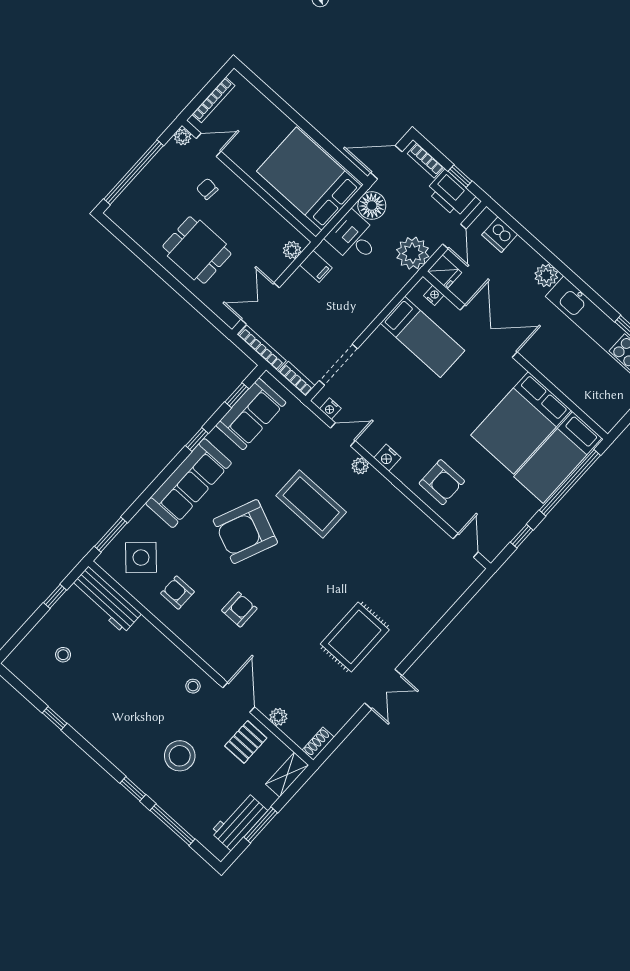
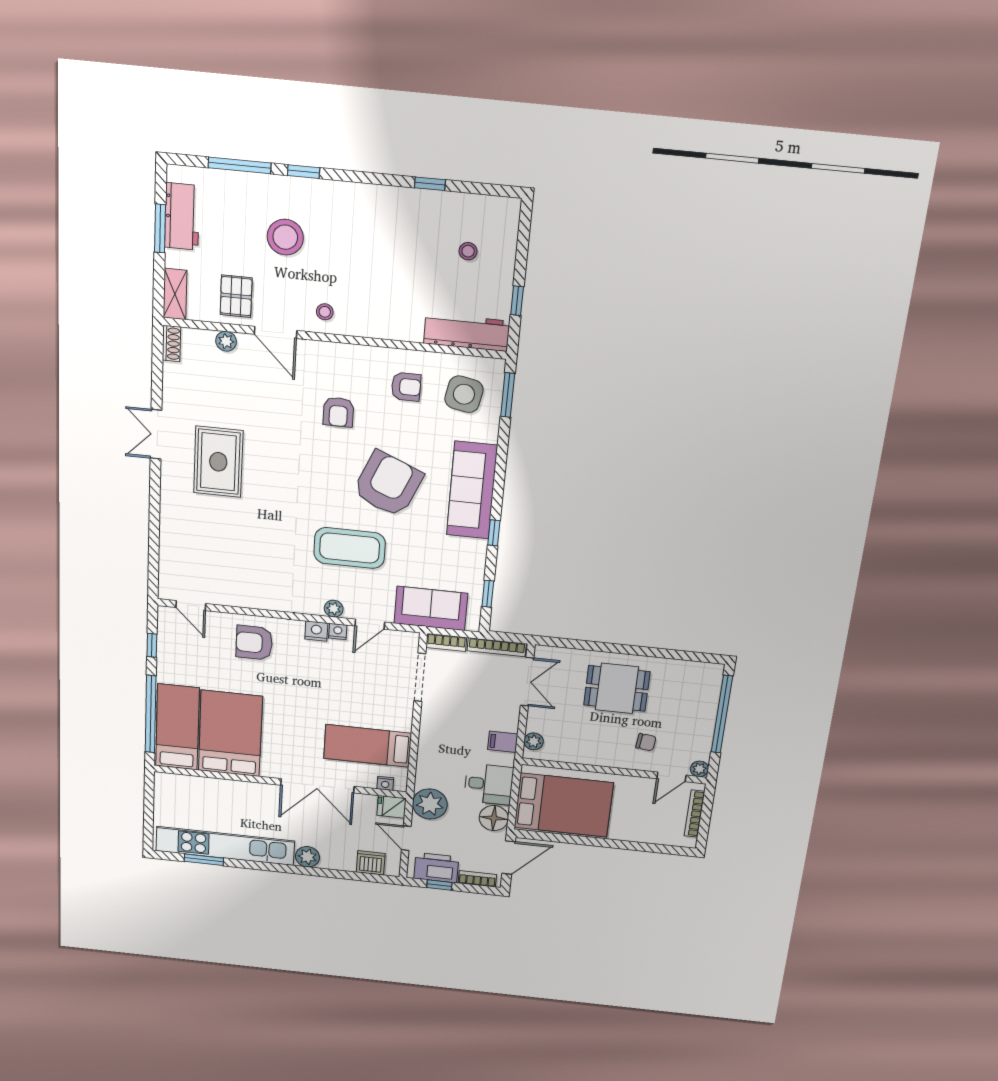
nightstand: (330, 409) -> (338, 631), moved
sofa: (251, 414) -> (431, 608), moved, turned 90
side table: (141, 558) -> (464, 394), turned -36

